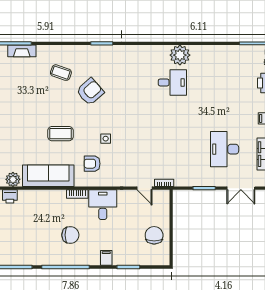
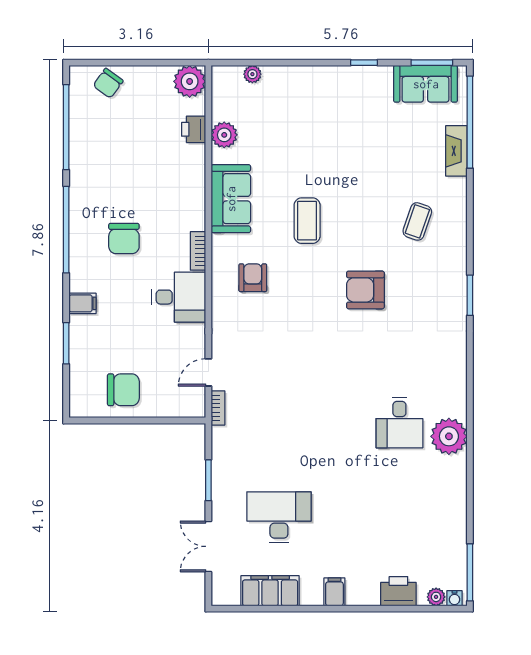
armchair: (90, 92) -> (365, 290), moved, turned 131
side table: (106, 139) -> (298, 302), removed
sofa: (48, 176) -> (231, 199), width x0.73

